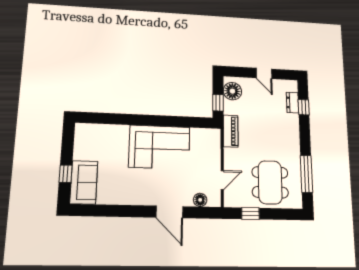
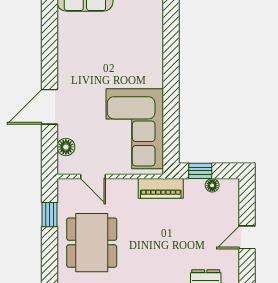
floor lamp: (232, 91) -> (212, 185), width x0.53, depth x0.53
corner sofa: (159, 147) -> (135, 129), moved
dining table: (270, 182) -> (92, 243), turned 90

